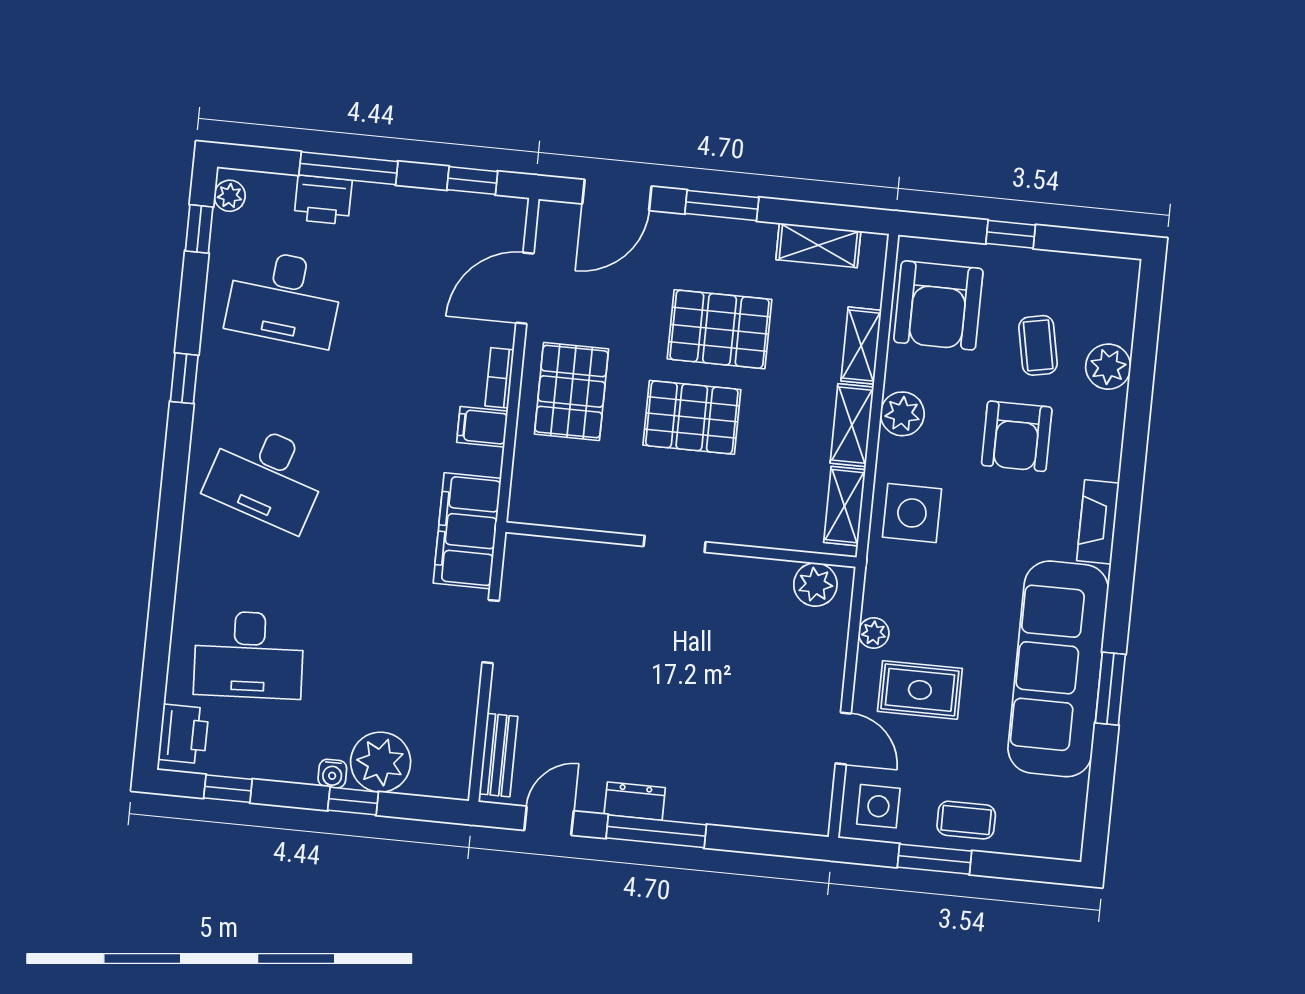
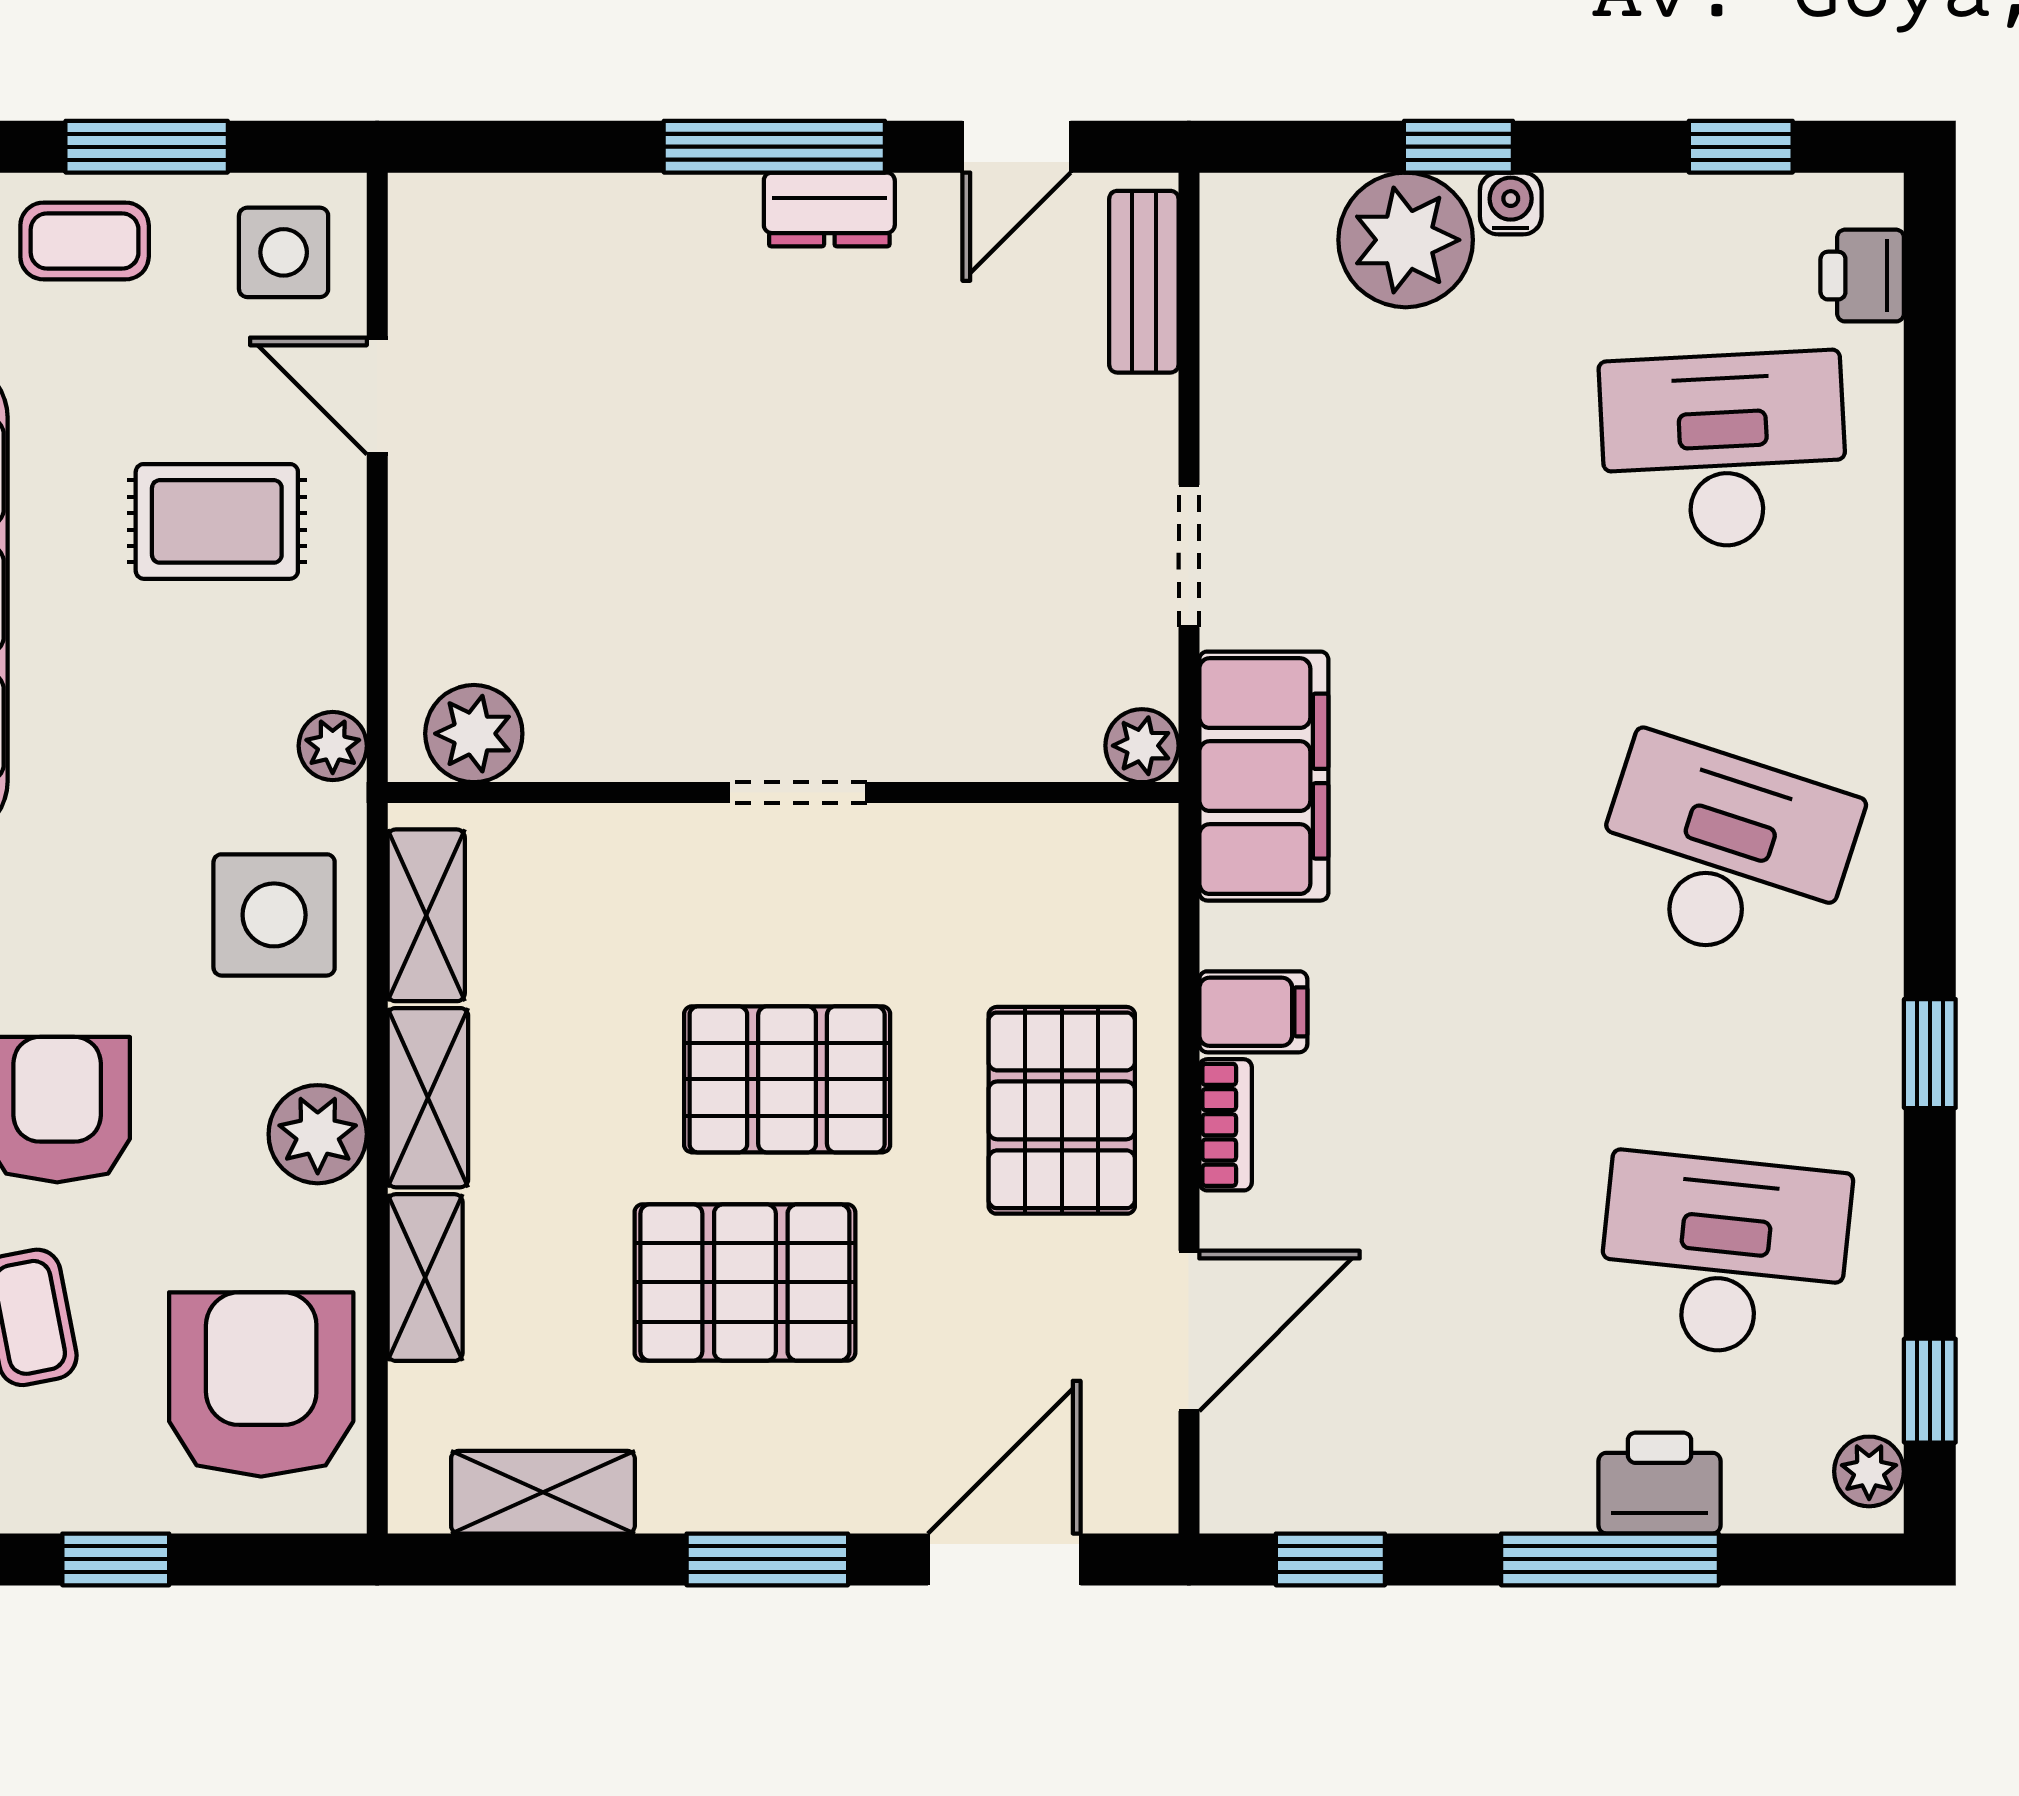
plant: (520, 550) -> (1142, 746), added
plant: (874, 633) -> (333, 746), moved
printer: (183, 734) -> (1862, 276), width x0.73, depth x0.81

